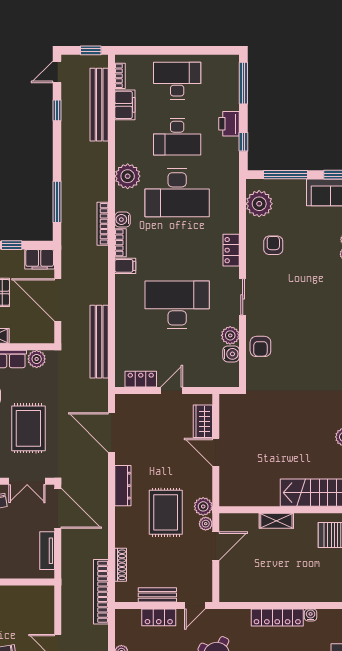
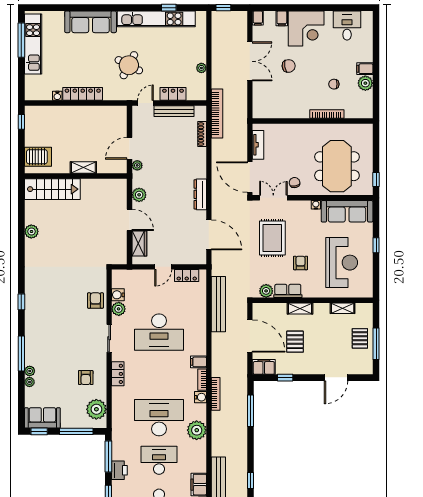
window: (243, 142) -> (108, 456), width x2.17
plant: (203, 506) -> (139, 195), moved
rug: (166, 512) -> (168, 174), removed
bench: (157, 595) -> (174, 111), width x1.36

